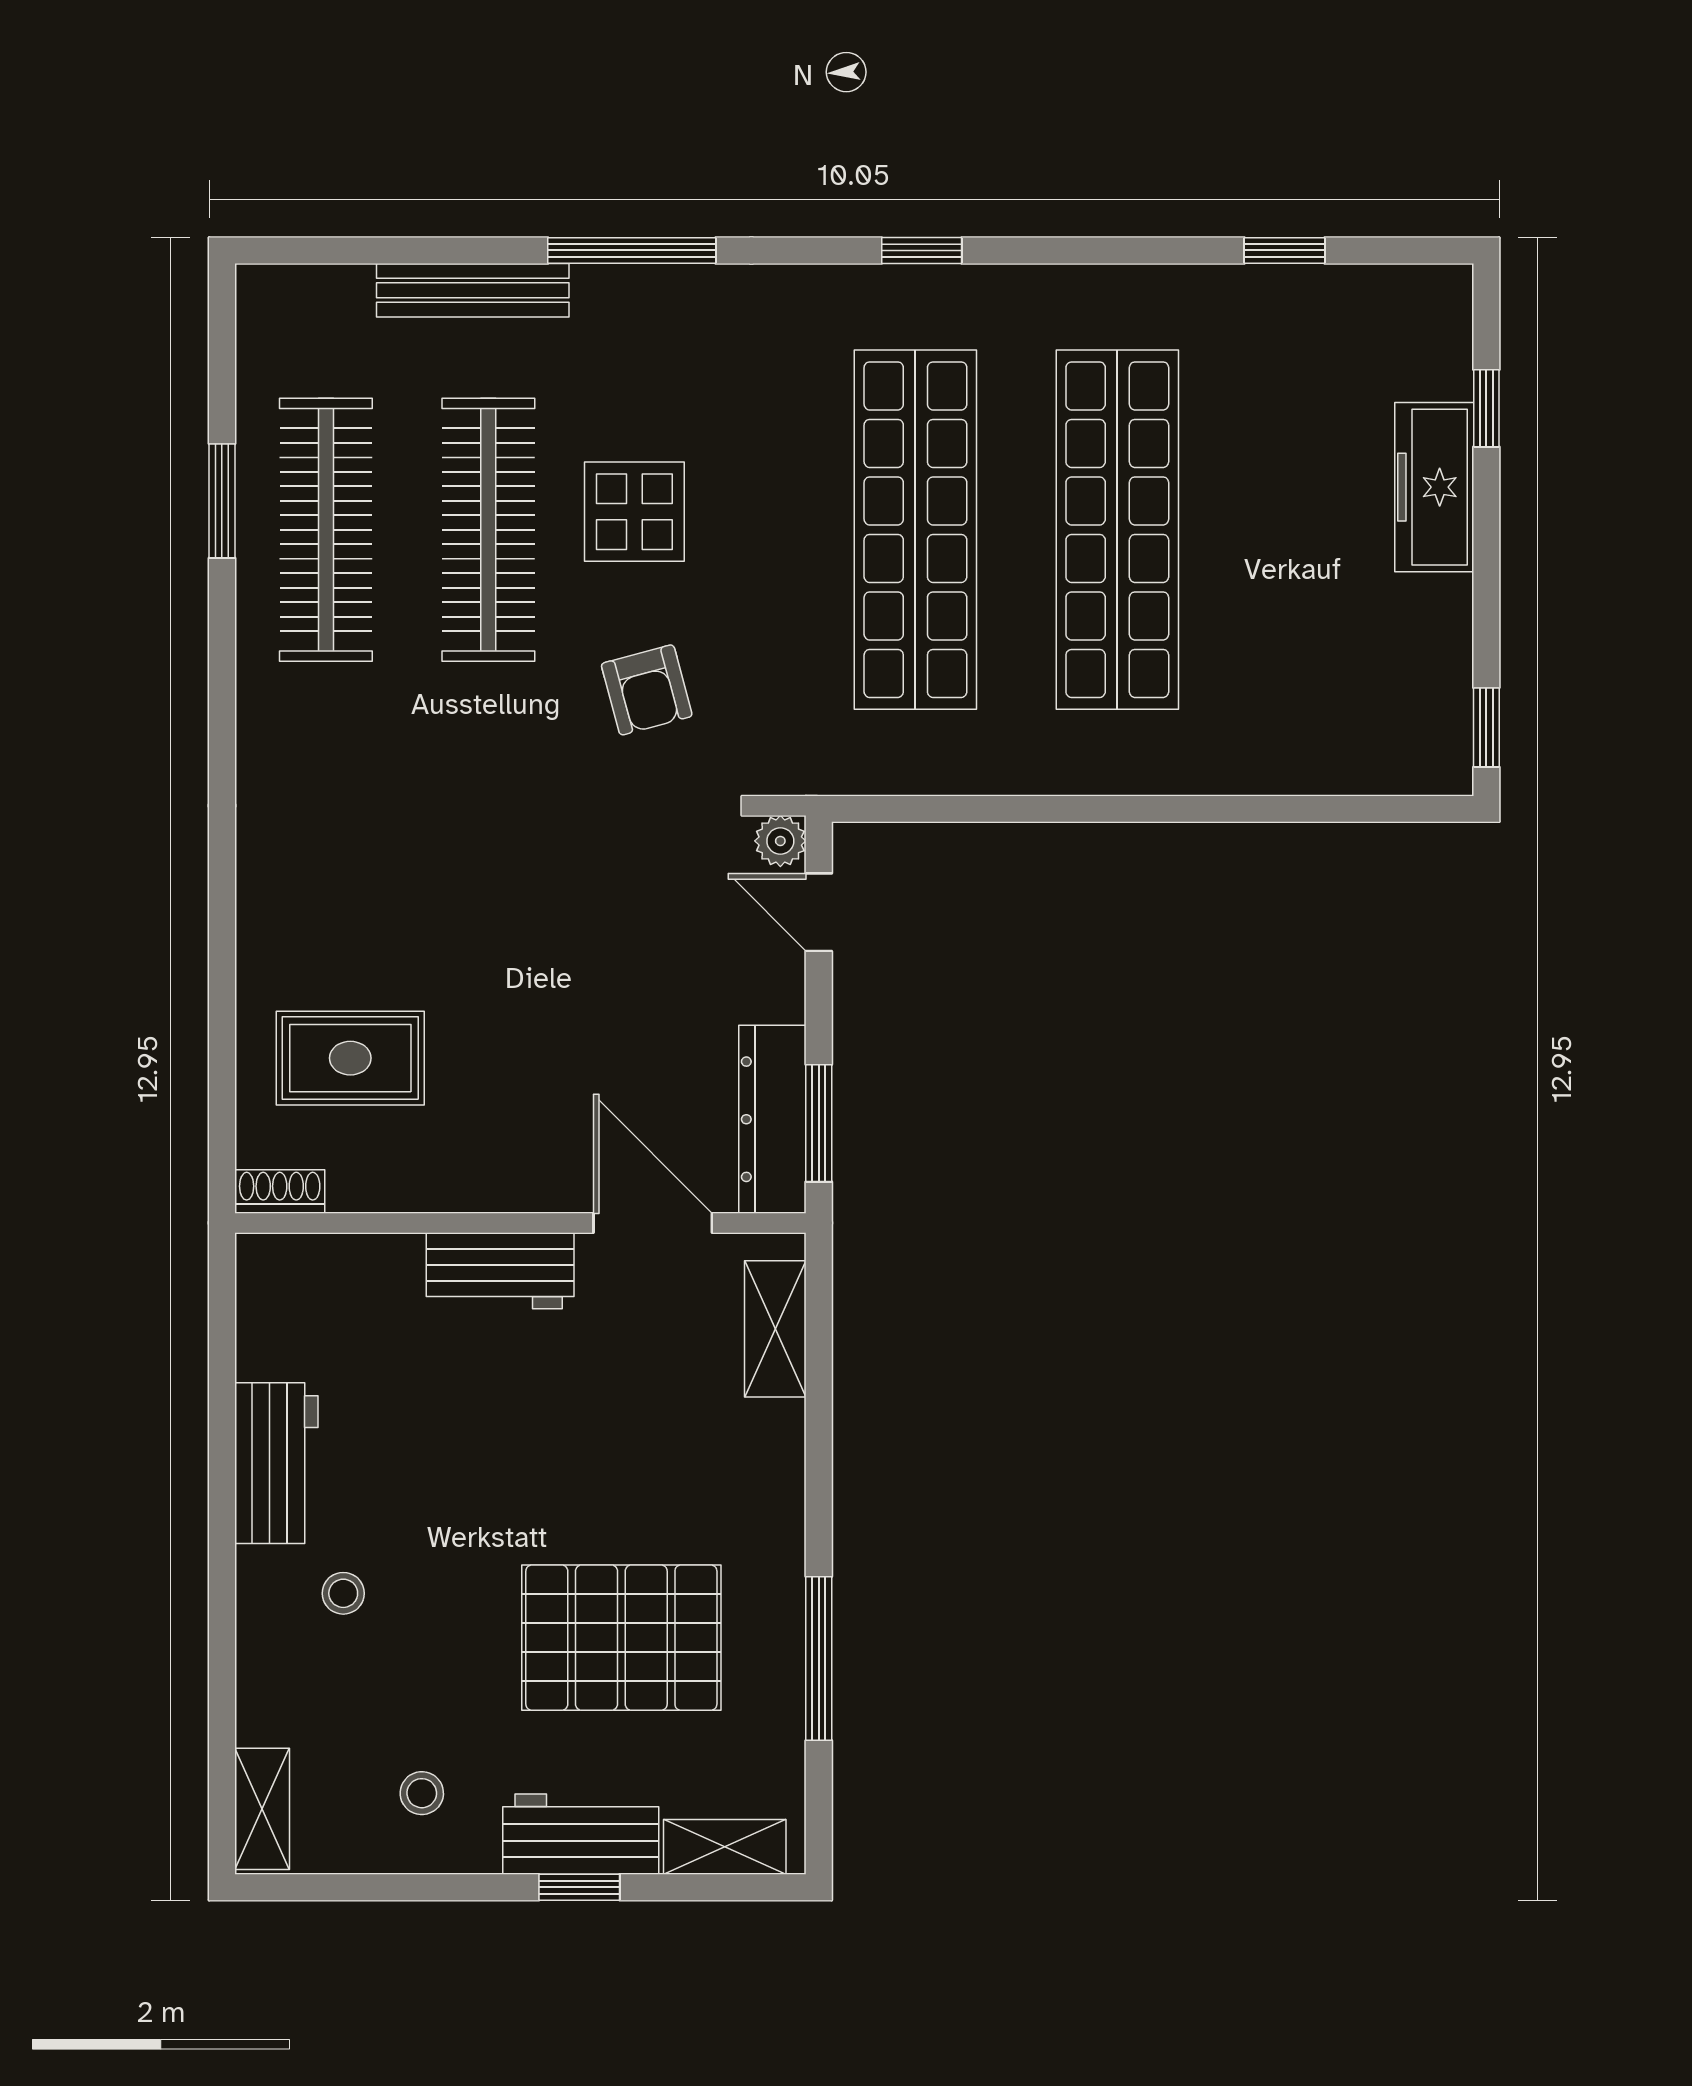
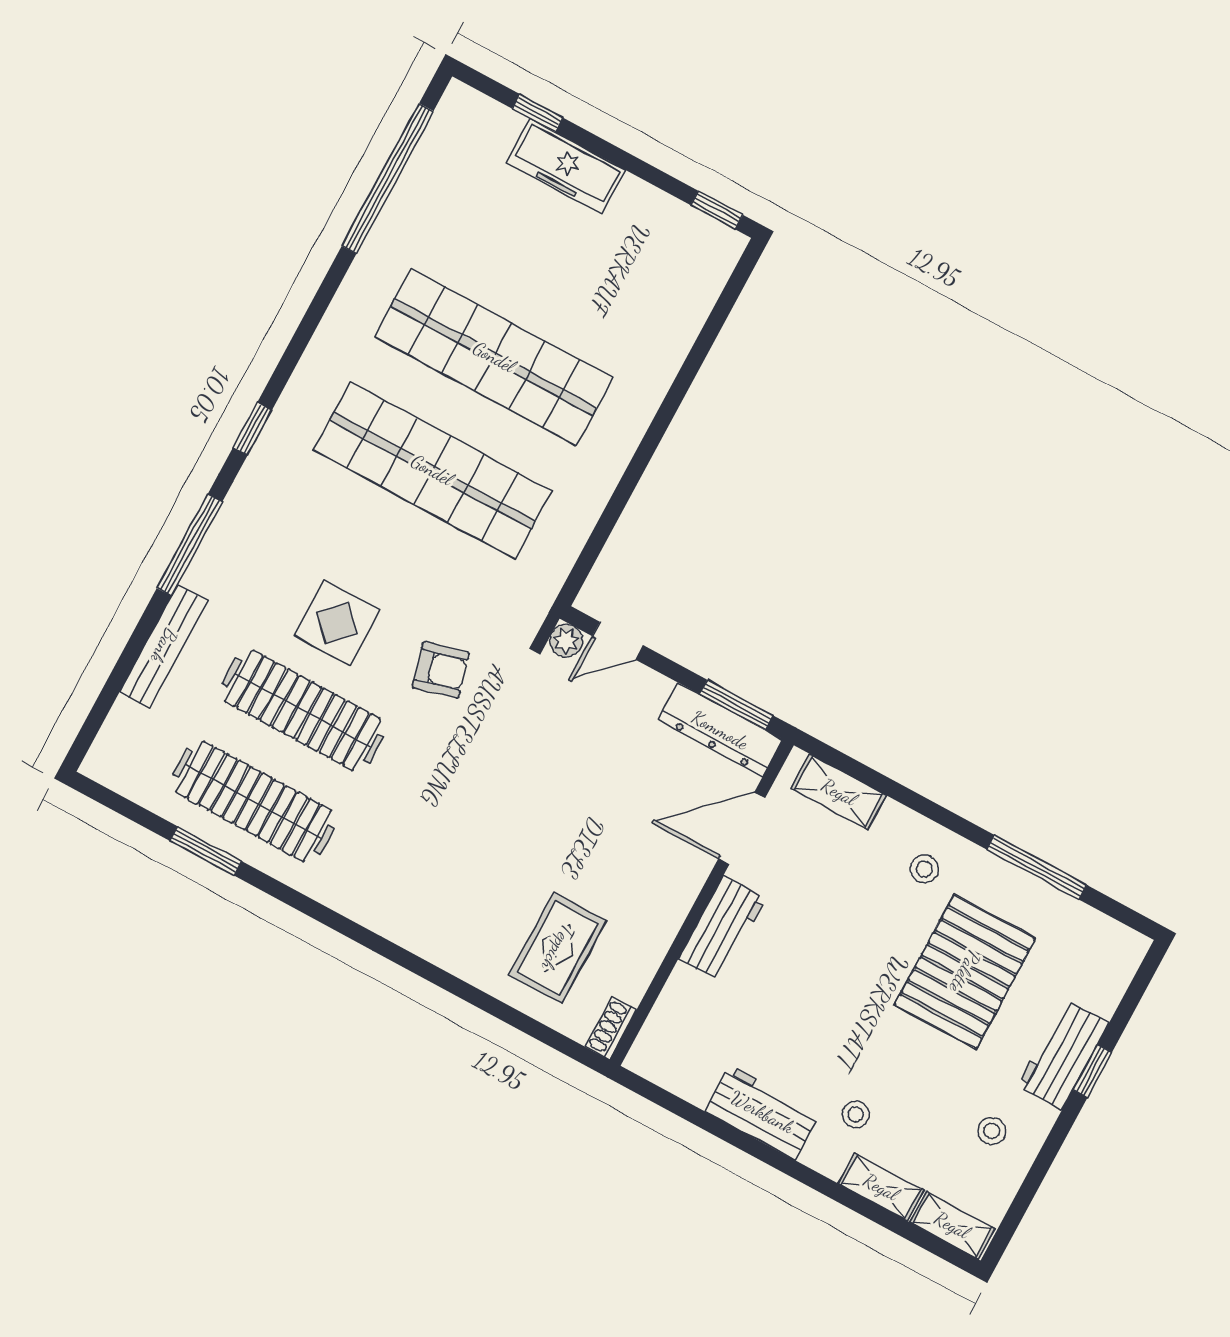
window: (922, 250) -> (252, 429), moved
window: (1285, 250) -> (388, 179), width x3.17
stool: (733, 1505) -> (924, 869), added
shelving: (725, 1847) -> (881, 1187), moved, turned 90

